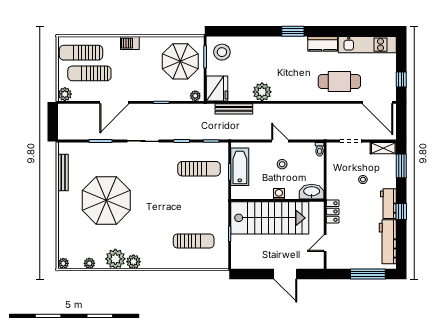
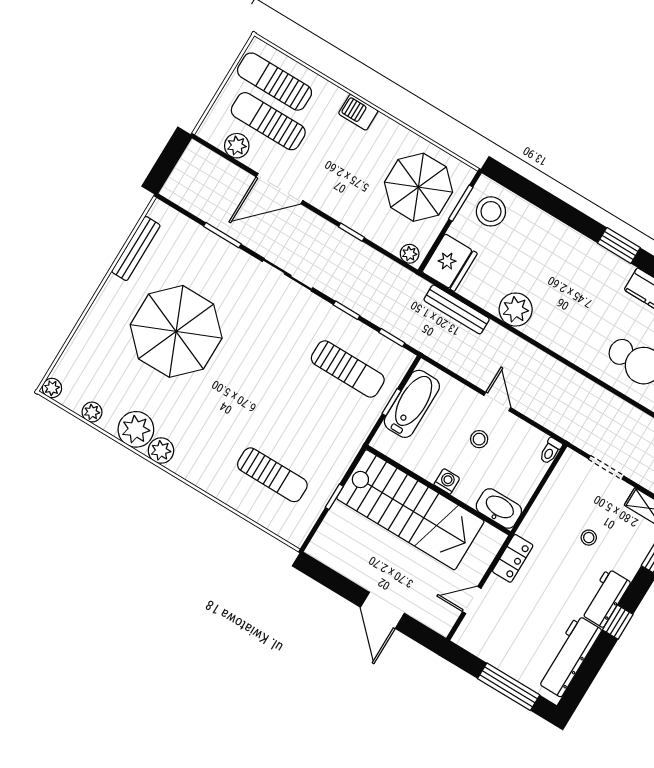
plant: (65, 94) -> (237, 146), moved

